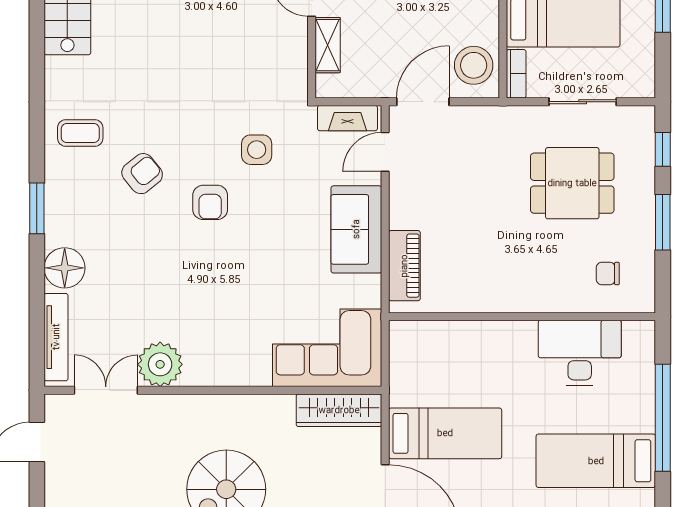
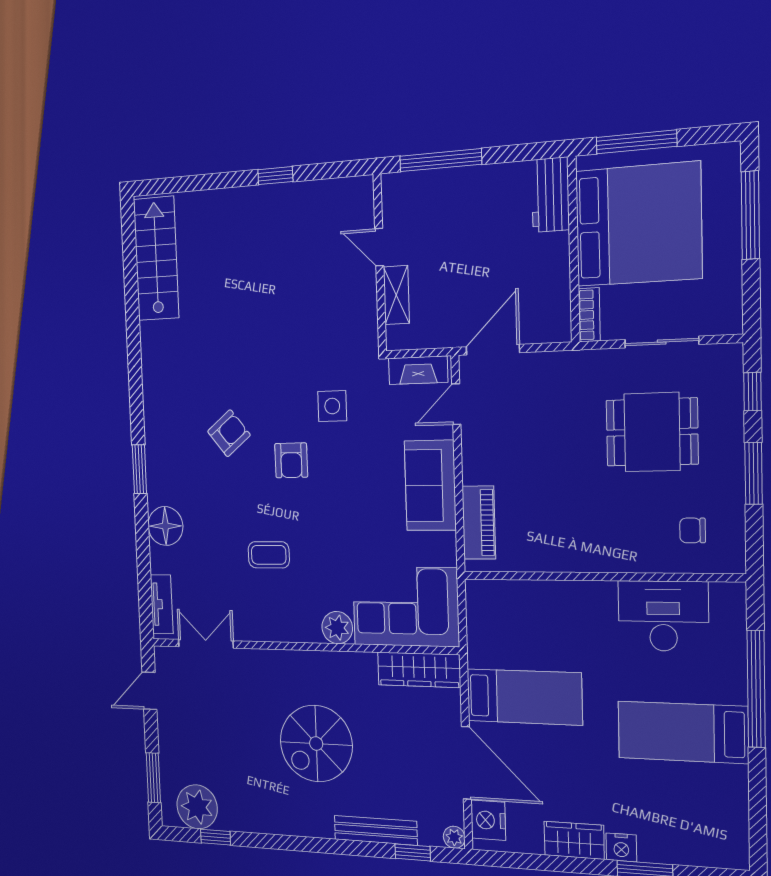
stool: (474, 65) -> (544, 308), removed
coffee table: (80, 133) -> (269, 555), moved
tv unit: (56, 337) -> (162, 604), width x0.71
plant: (160, 364) -> (337, 628), moved, width x0.73, depth x0.73

